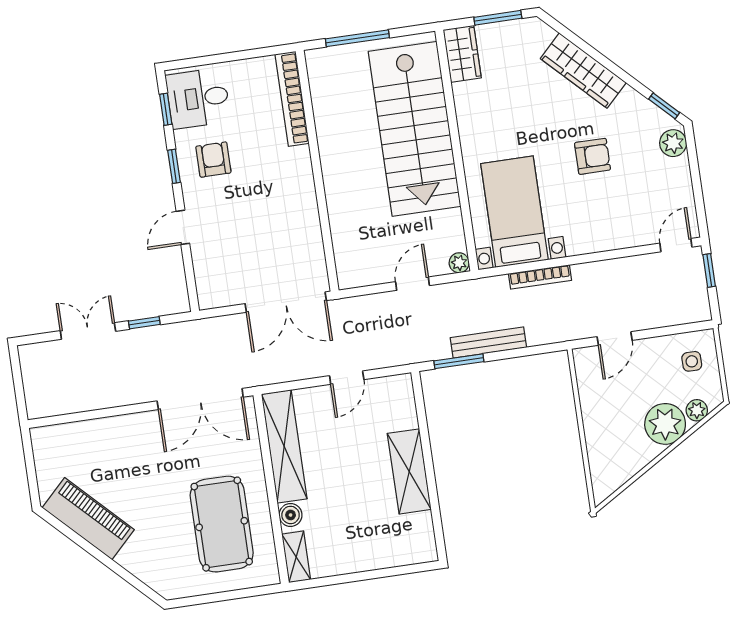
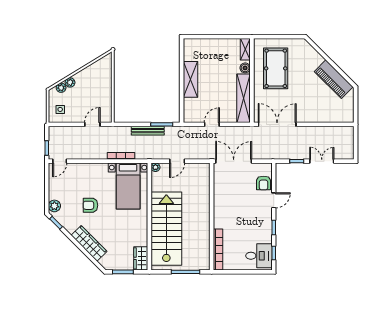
armchair: (213, 160) -> (264, 183), moved
double door: (88, 331) -> (322, 161), swing flipped
plant: (665, 424) -> (70, 82), width x0.53, depth x0.53

